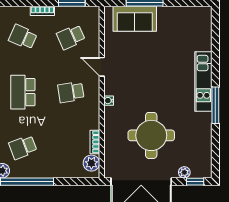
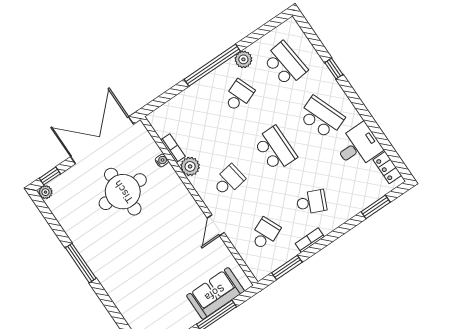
door: (102, 67) -> (216, 225), swing flipped
kitchen unit: (203, 82) -> (108, 278), removed
water cooler: (109, 101) -> (162, 160), moved
plant: (91, 163) -> (190, 166), moved
plant: (184, 172) -> (45, 192), moved

